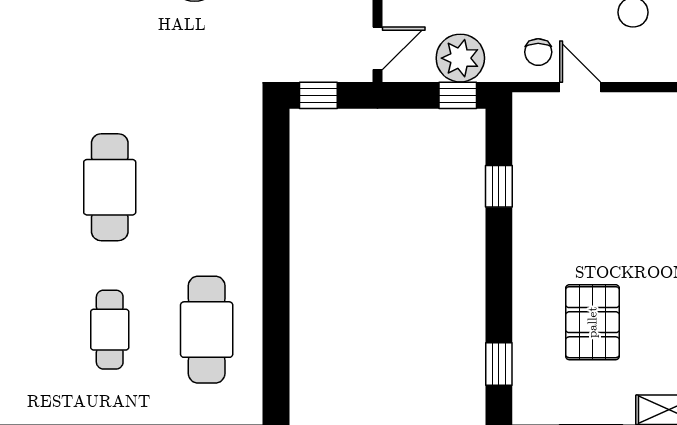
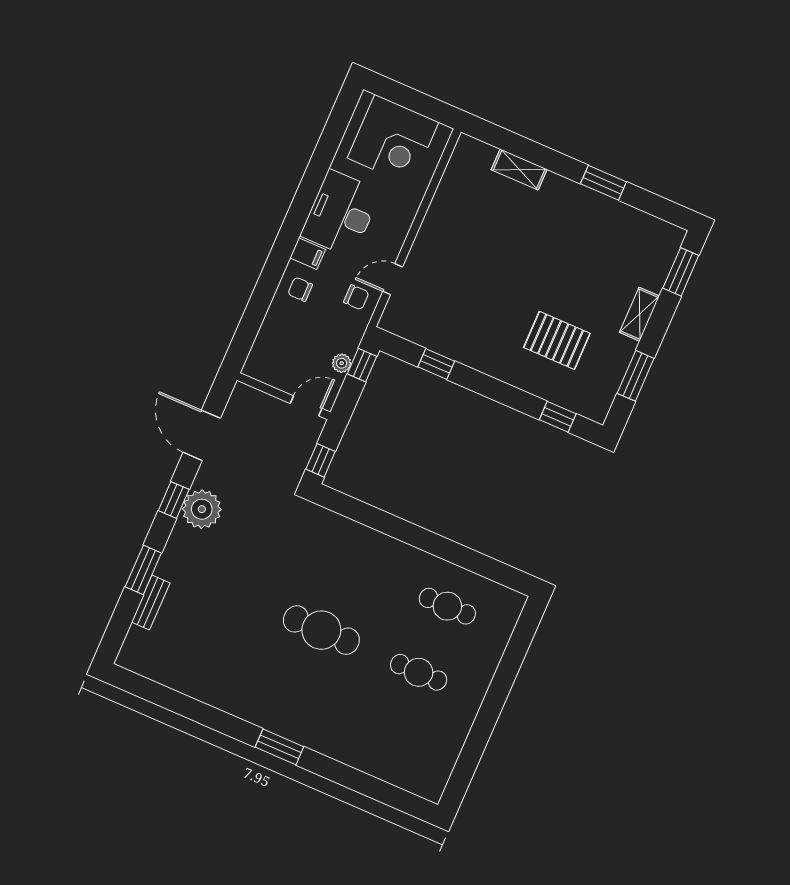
door: (377, 48) -> (306, 406), hinge flipped
plant: (460, 58) -> (342, 363), width x0.53, depth x0.53
cafe table: (207, 330) -> (447, 606), width x0.73, depth x0.74

